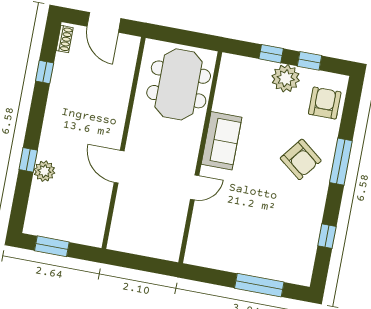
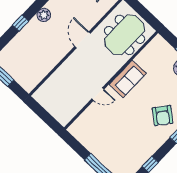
door: (119, 167) -> (83, 40), moved
plant: (44, 171) -> (44, 15), moved

